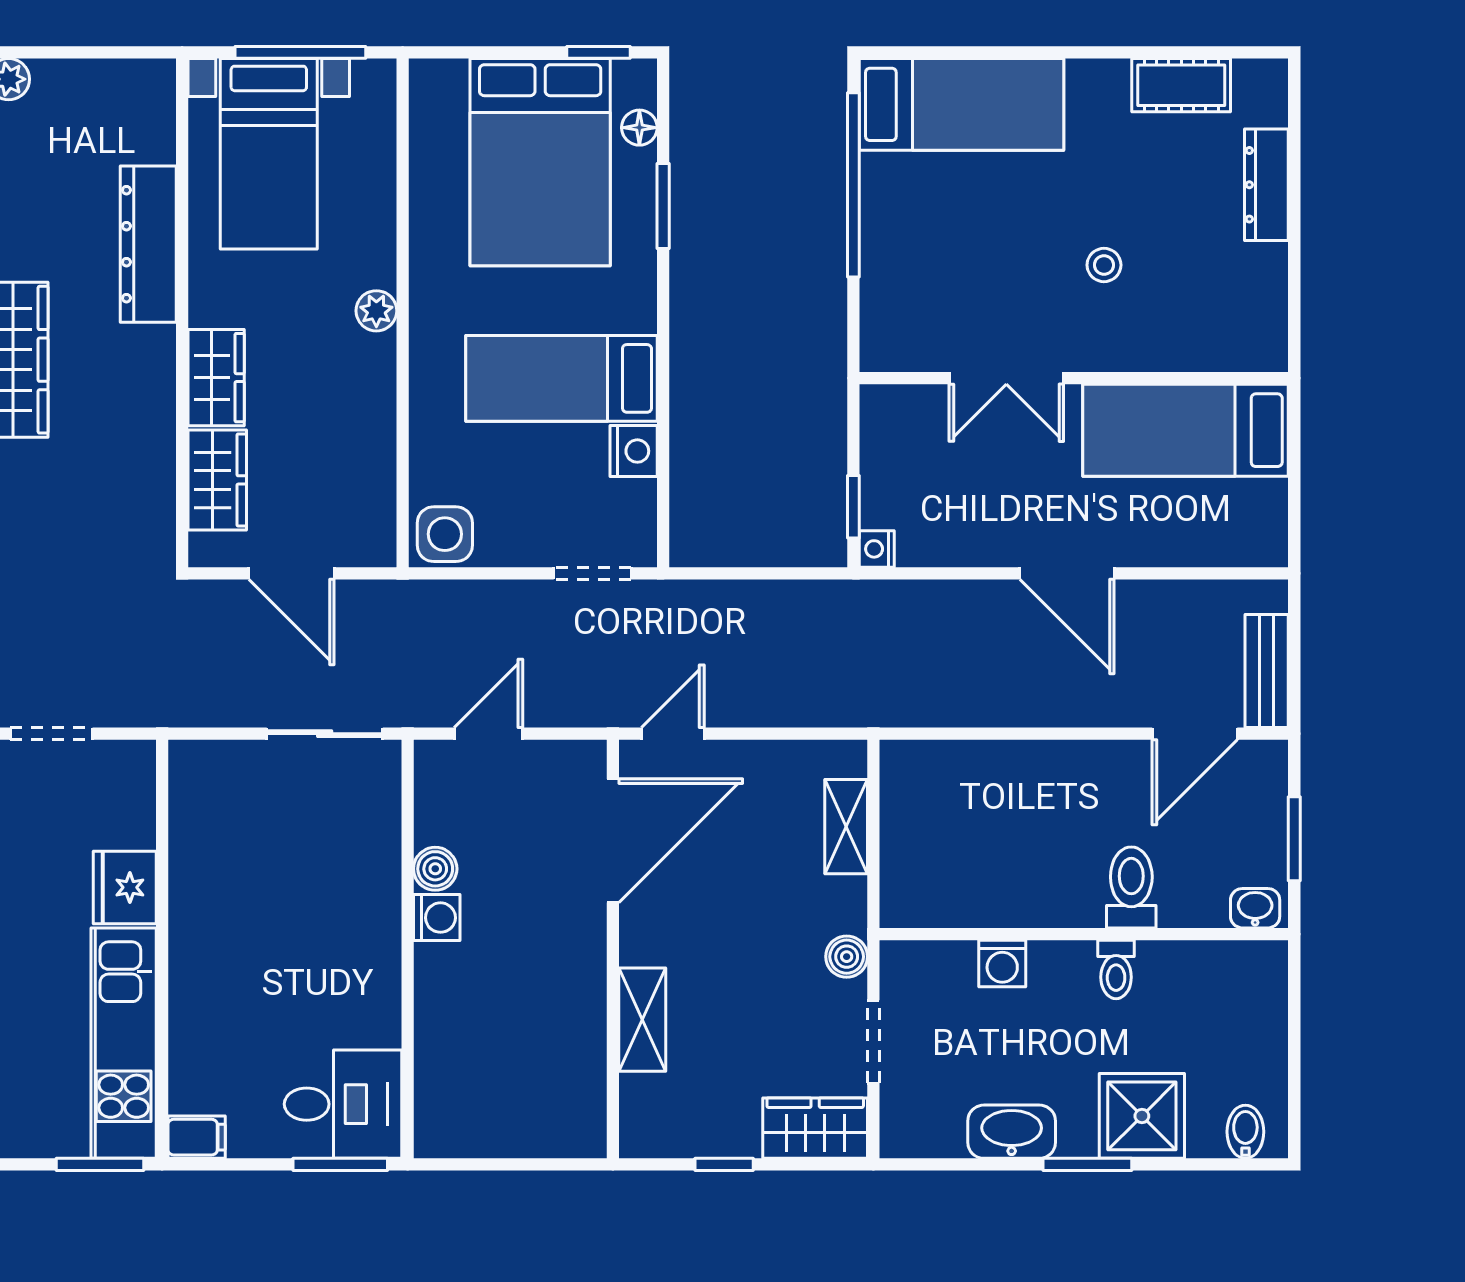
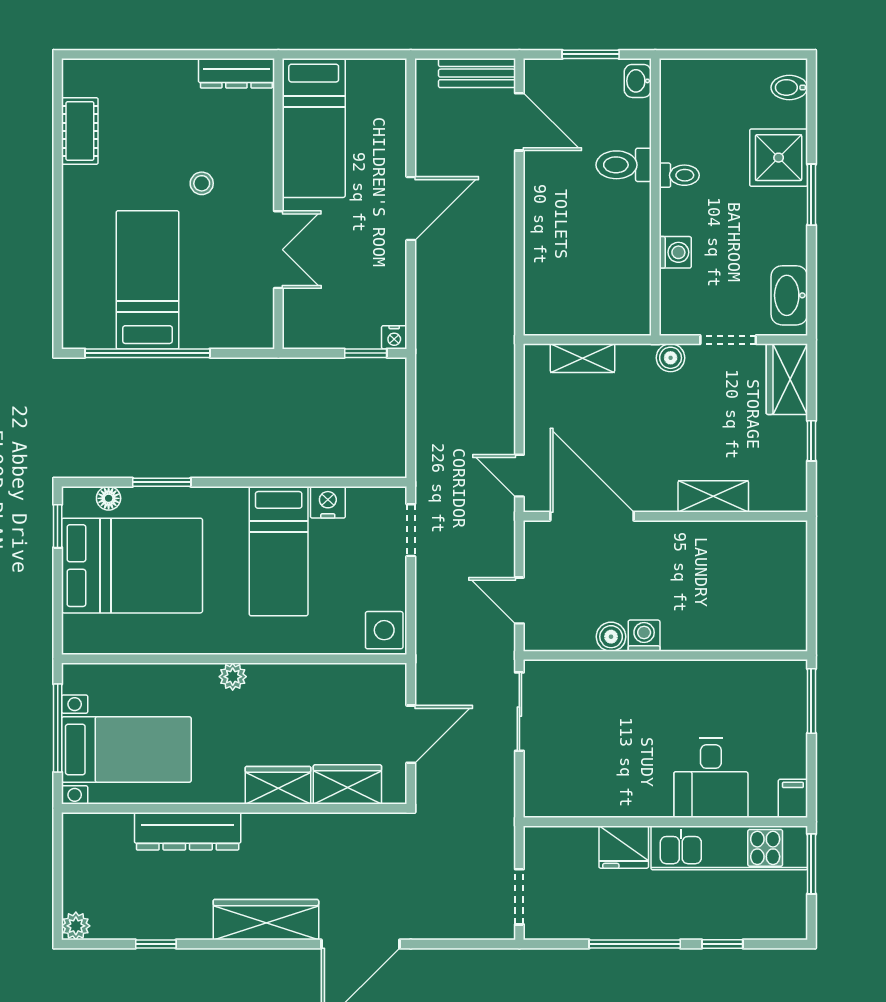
bed: (962, 104) -> (147, 280), moved
dresser: (1266, 185) -> (236, 73), moved
desk: (343, 1104) -> (711, 778), moved, turned 180
washbasin: (1012, 1132) -> (789, 295), moved

